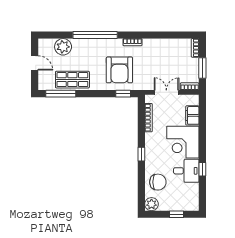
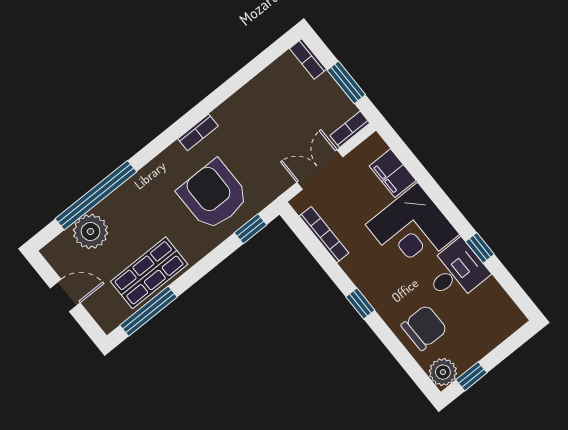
window: (95, 35) -> (96, 195), moved
armchair: (119, 70) -> (213, 195), turned 180
window: (176, 214) -> (471, 376), moved

